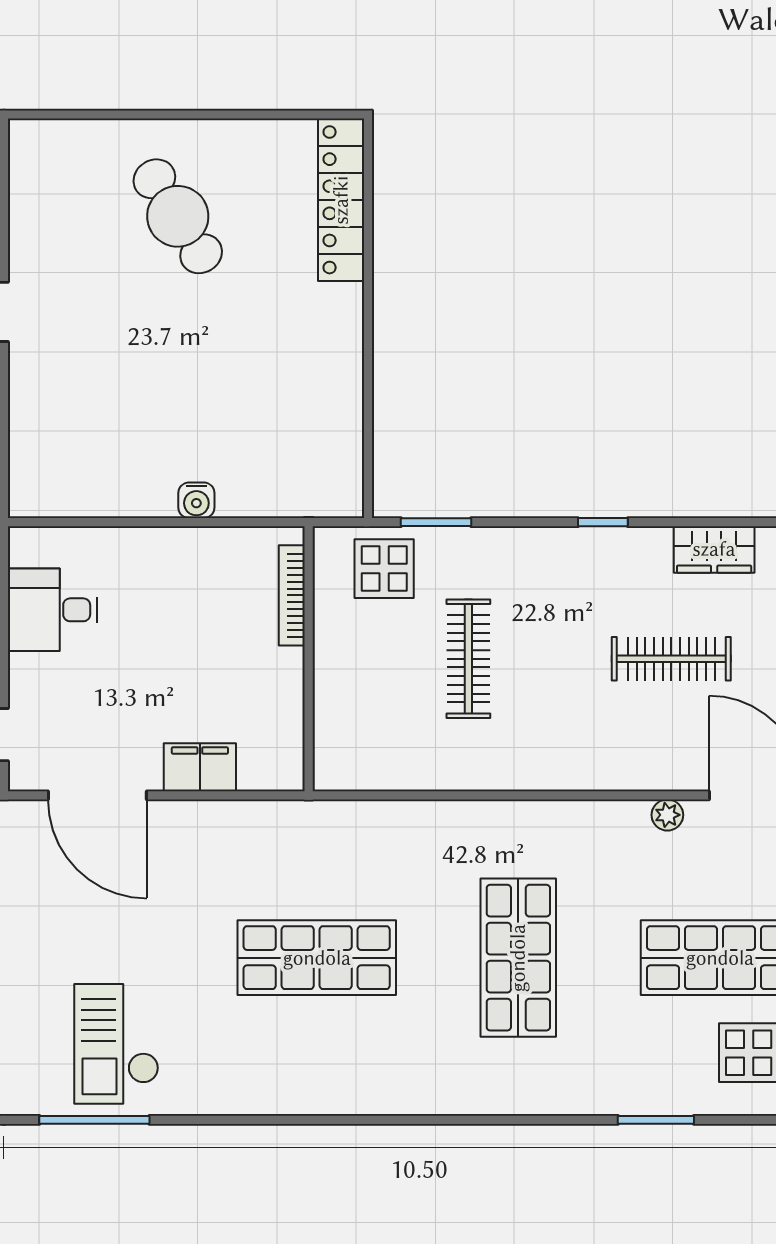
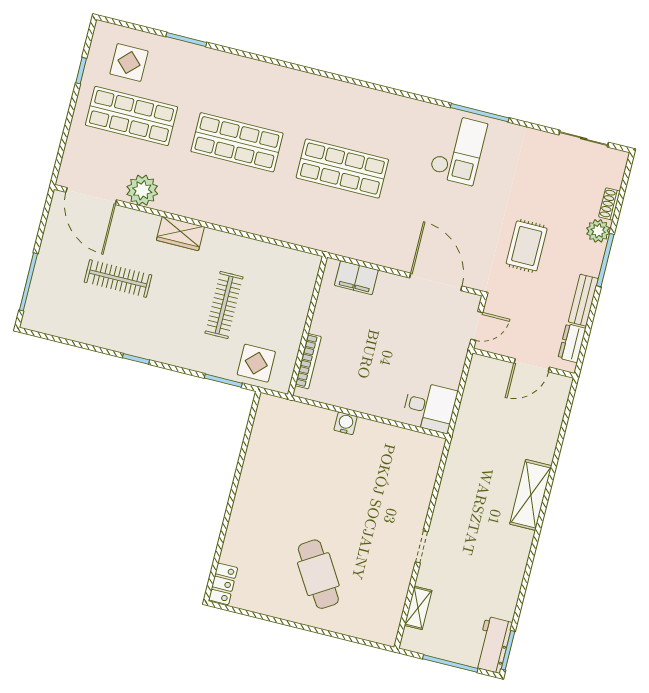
locker: (341, 200) -> (223, 584), width x0.46, depth x0.83
wardrobe: (714, 549) -> (180, 233), moved, turned 180
desk: (53, 610) -> (430, 407), moved
filing cabinet: (200, 767) -> (356, 278), moved
plant: (667, 815) -> (142, 190), width x1.88, depth x1.88
shop shelf: (518, 958) -> (237, 142), turned 90

